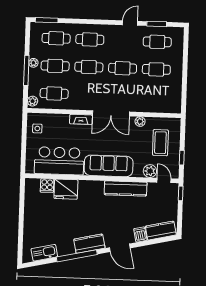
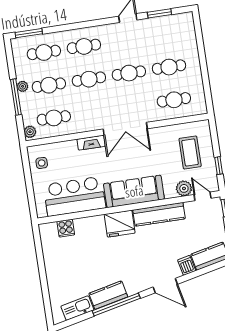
cafe table: (157, 42) -> (174, 100), moved
plant: (140, 122) -> (161, 132), removed
fridge: (66, 189) -> (120, 224), moved
kitchen counter: (89, 244) -> (108, 295), moved

